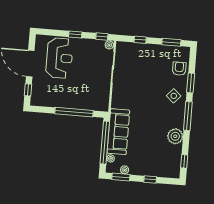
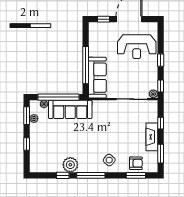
fireplace: (153, 50) -> (152, 137), added
window: (191, 83) -> (136, 175), moved
sofa: (88, 101) -> (97, 78), added
window: (184, 161) -> (63, 175), moved

